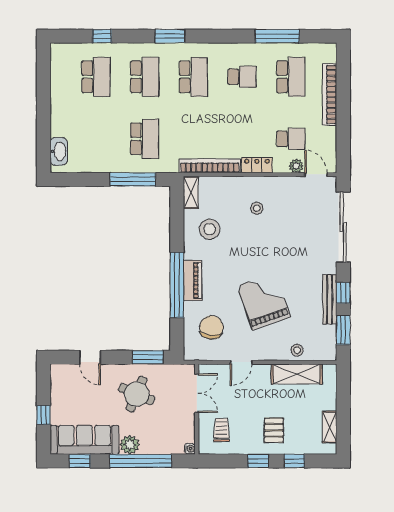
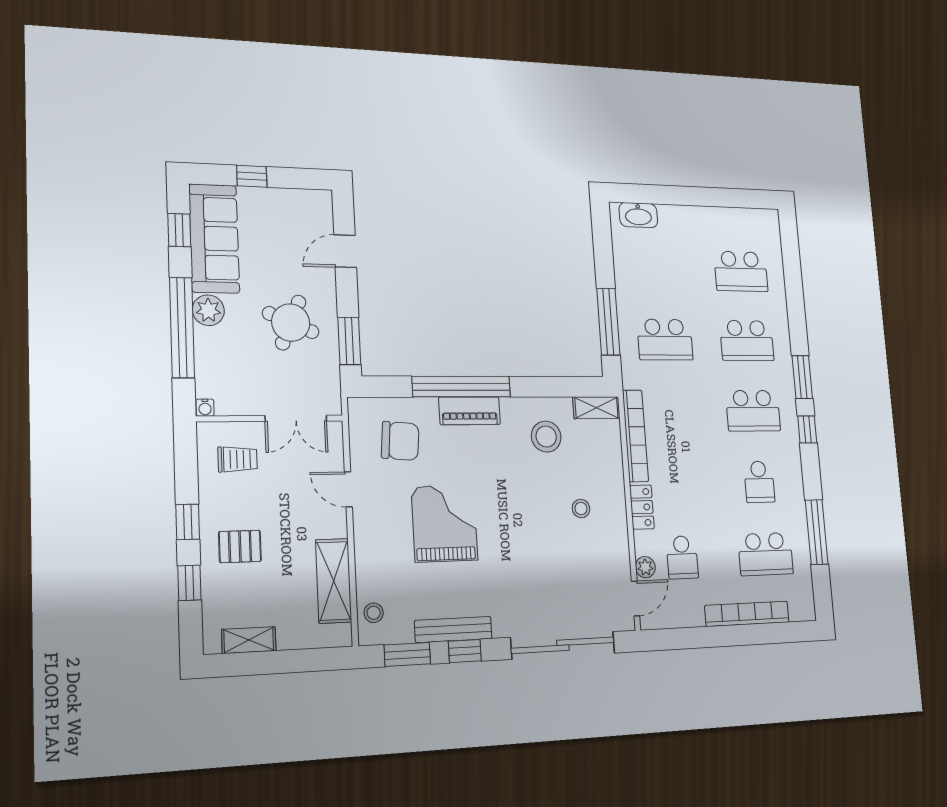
window: (102, 36) -> (807, 429), moved
grand piano: (264, 301) -> (445, 523), turned -71
stool: (297, 350) -> (374, 613), moved

